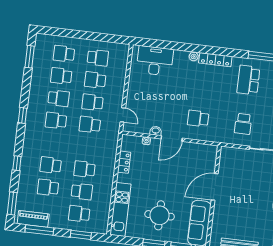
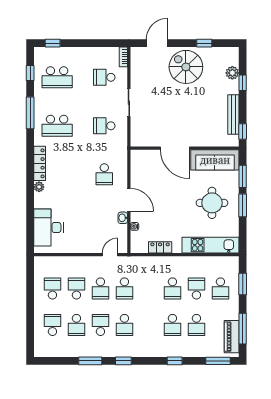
school desk: (64, 54) -> (52, 325), turned 180
window: (30, 57) -> (90, 361), moved
school desk: (95, 80) -> (76, 288), turned 180
school desk: (243, 124) -> (104, 126), turned 180

